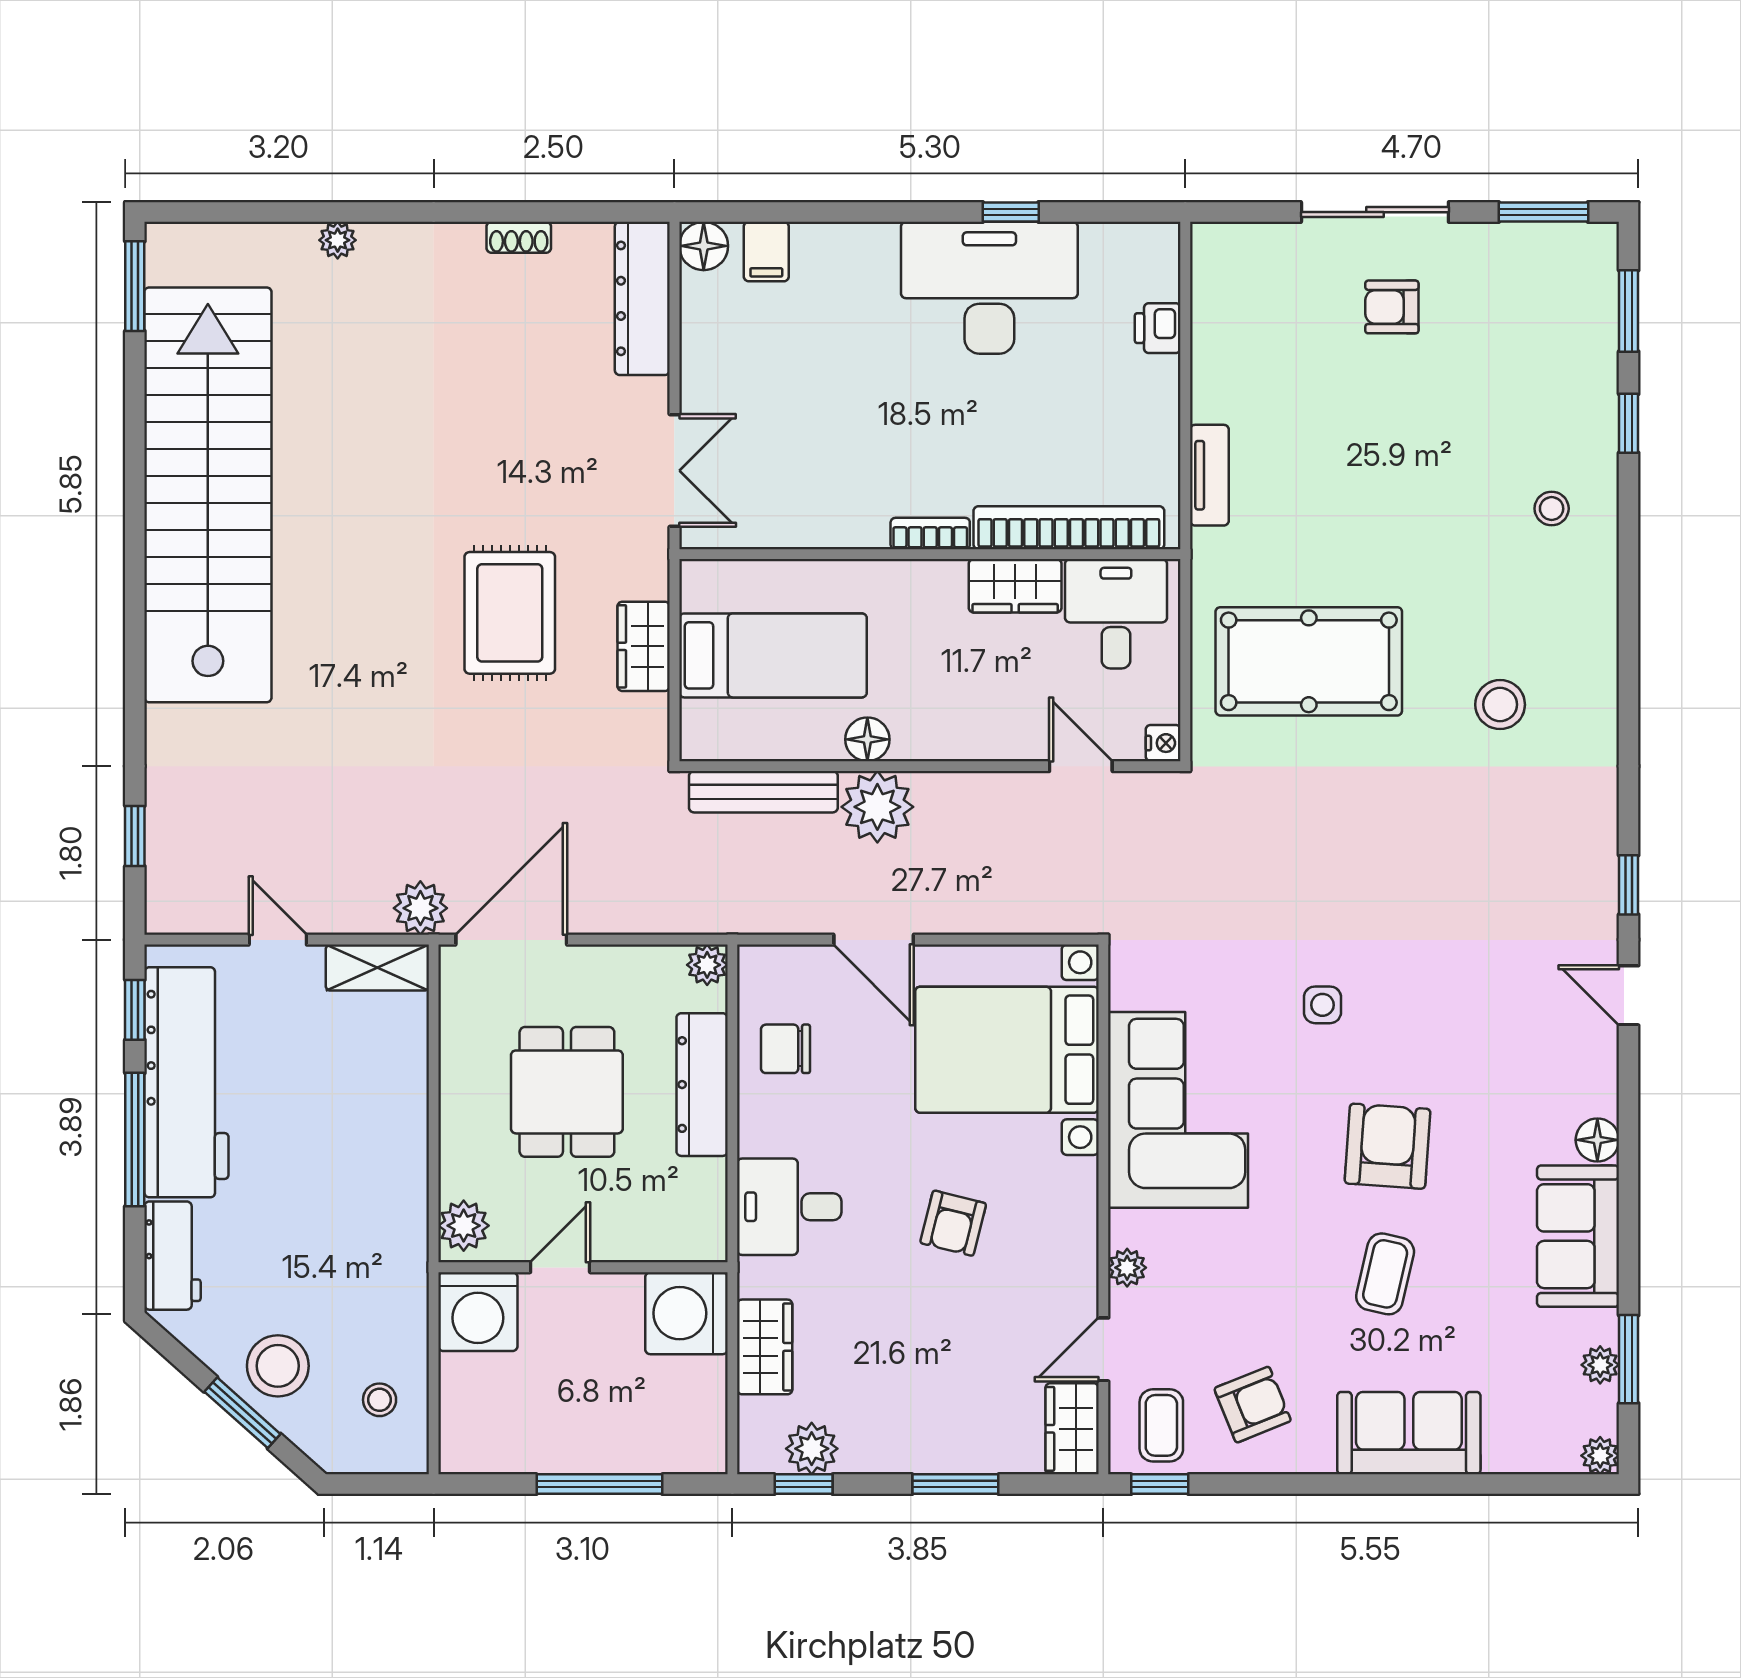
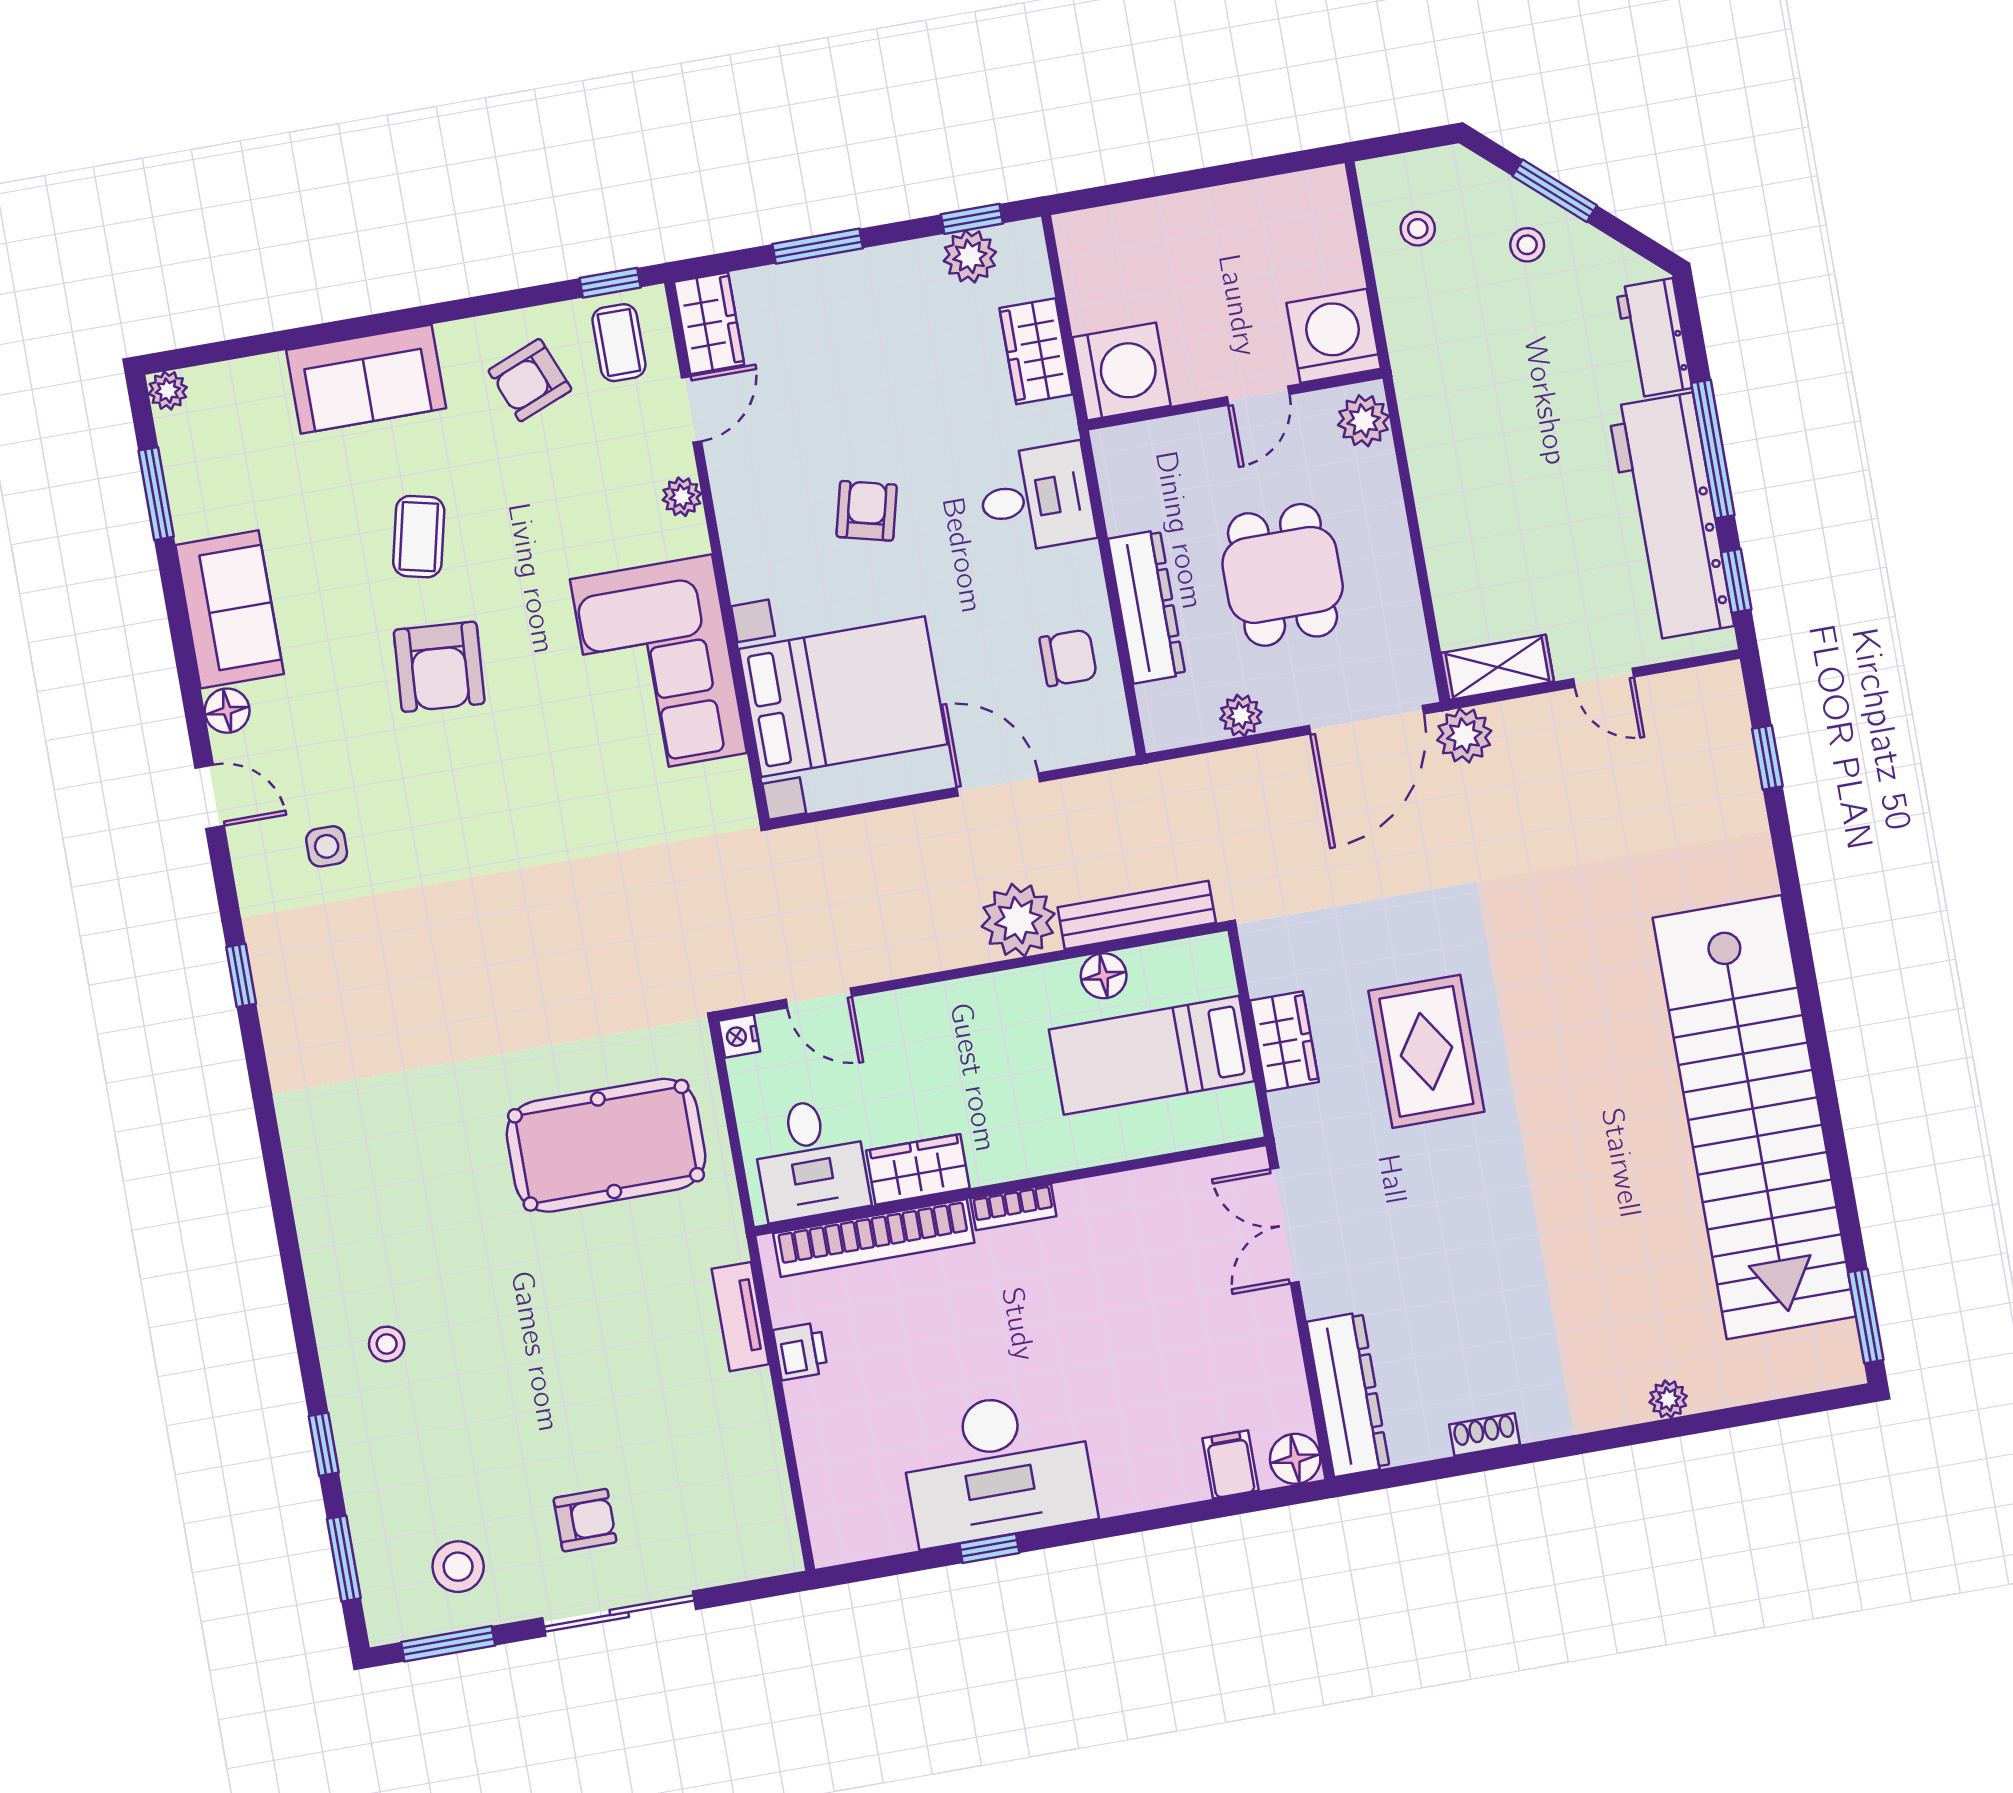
printer: (1158, 328) -> (801, 1351), moved
stool: (1500, 705) -> (458, 1567), moved
floor lamp: (867, 739) -> (1104, 976), moved
plant: (707, 965) -> (1241, 715), moved
door: (1629, 995) -> (210, 797), moved
side table: (1322, 1005) -> (327, 846), moved
plant: (1600, 1365) -> (184, 483), removed
stool: (278, 1366) -> (1527, 245), width x0.53, depth x0.53
window: (599, 1484) -> (1179, 182), removed

